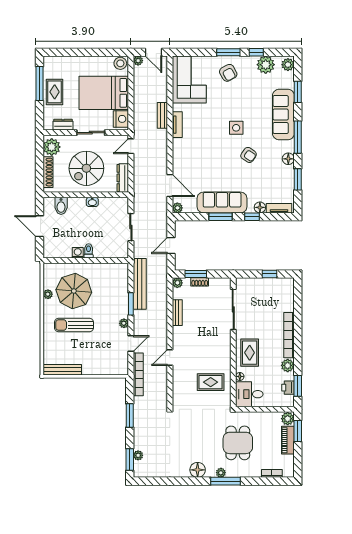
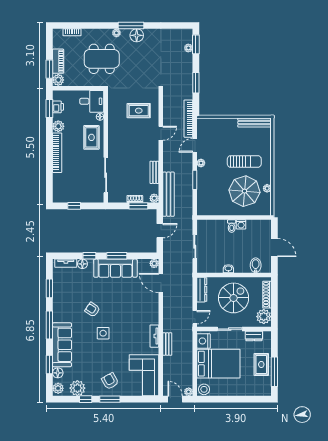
floor lamp: (288, 159) -> (58, 373), moved
bench: (140, 284) -> (168, 194), moved
rug: (211, 382) -> (139, 111), moved
dining table: (238, 443) -> (102, 59), width x1.38
window: (226, 481) -> (131, 26), moved

